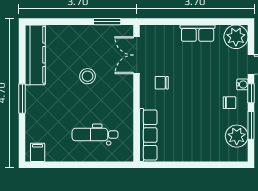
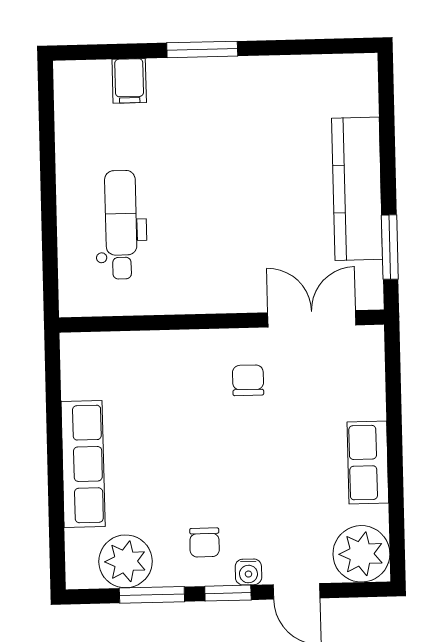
kitchen counter: (35, 55) -> (357, 189), moved, turned 90
stool: (88, 76) -> (259, 204), removed
row of seats: (148, 135) -> (83, 464), moved, turned -90
filing cabinet: (38, 152) -> (129, 81), moved, turned 90

